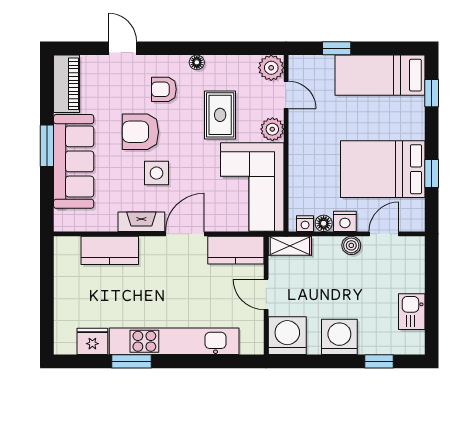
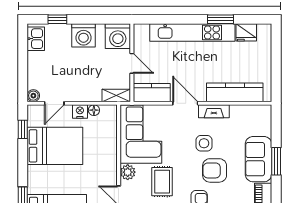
armchair: (140, 132) -> (215, 170), turned 180
sofa: (74, 161) -> (259, 159), width x0.73
window: (432, 173) -> (23, 129), moved
nightstand: (305, 224) -> (106, 110), removed
door: (185, 234) -> (185, 103), swing flipped
boiler: (351, 245) -> (33, 96), moved
kitchen counter: (110, 250) -> (235, 92), width x1.50
kitchen sink: (412, 312) -> (36, 39), moved

